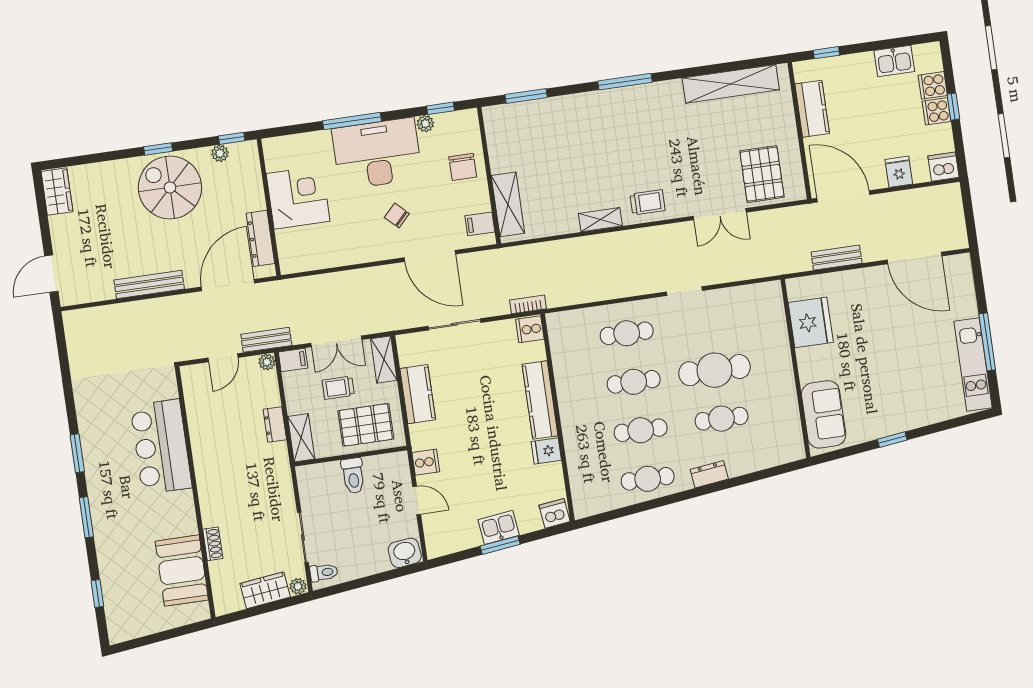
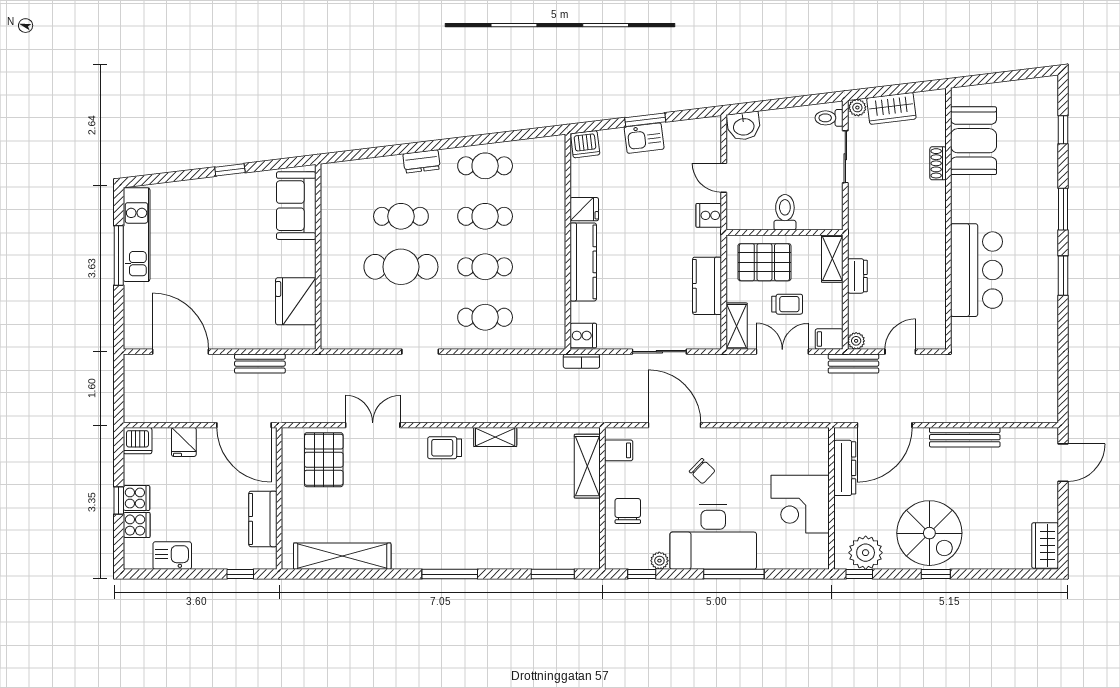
plant: (220, 153) -> (866, 553), width x1.88, depth x1.88

